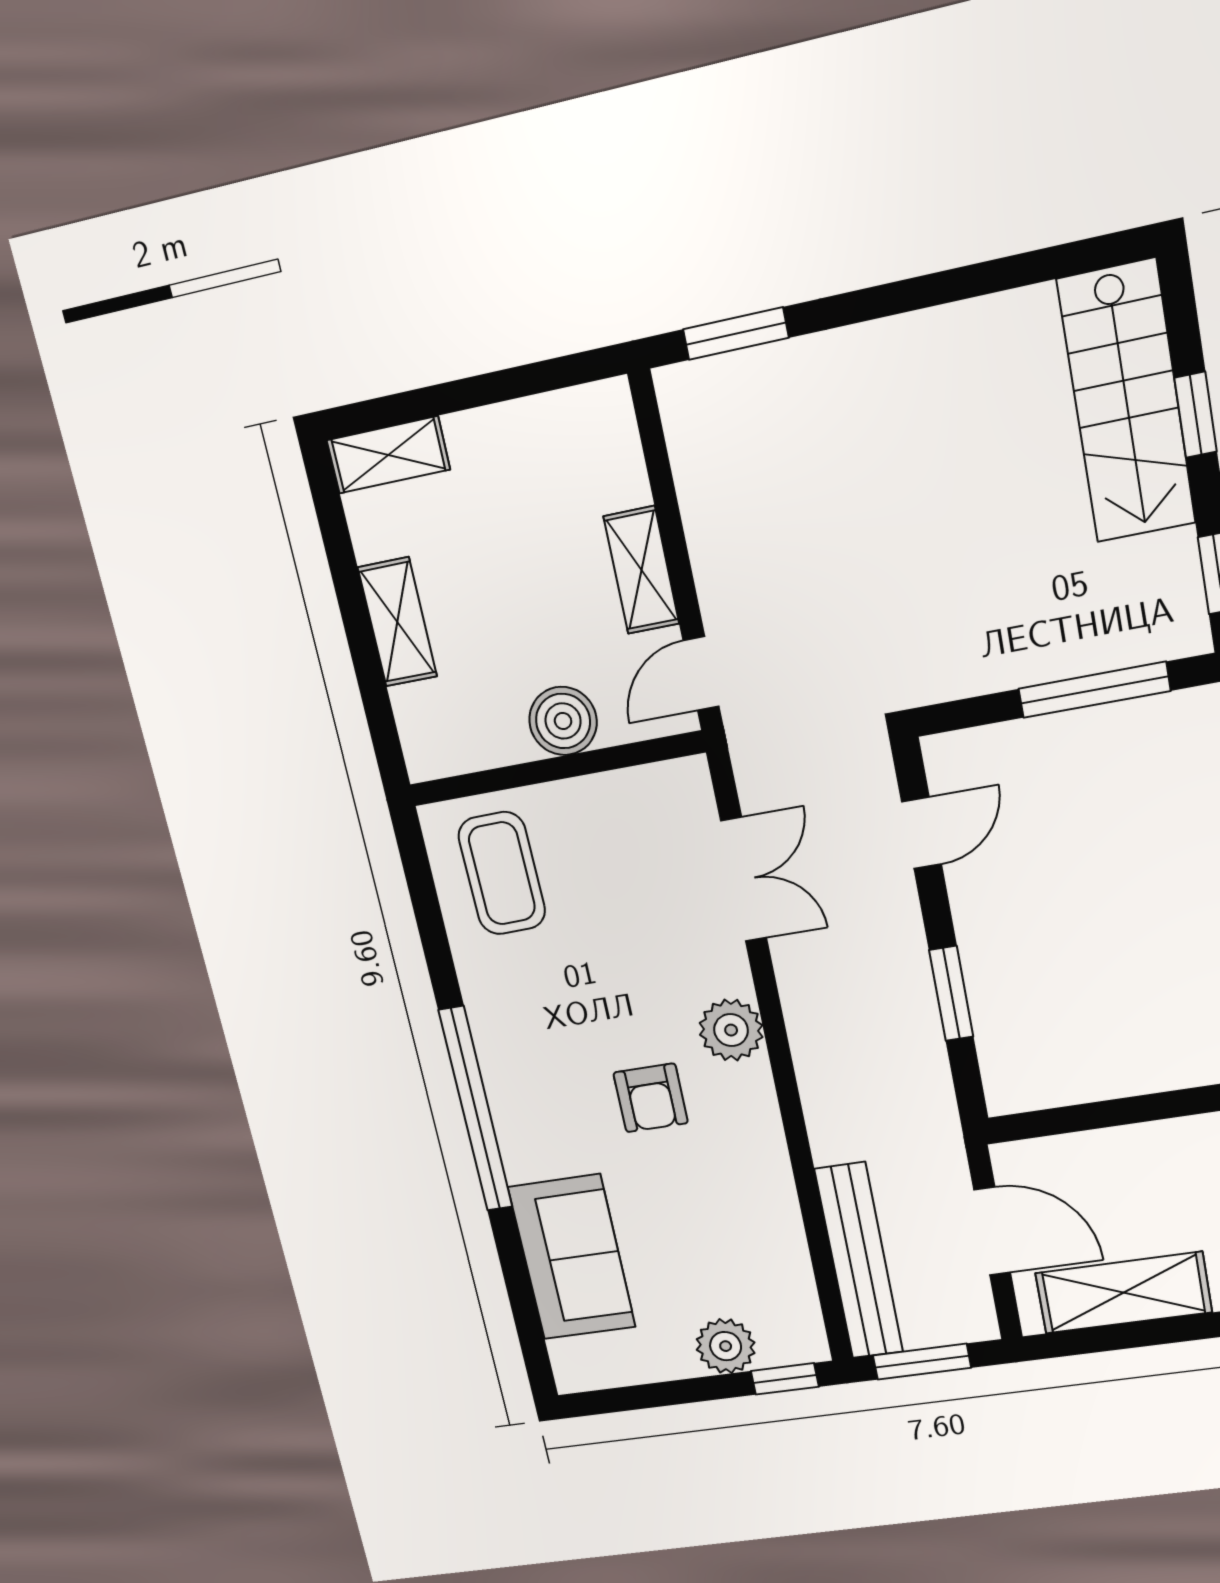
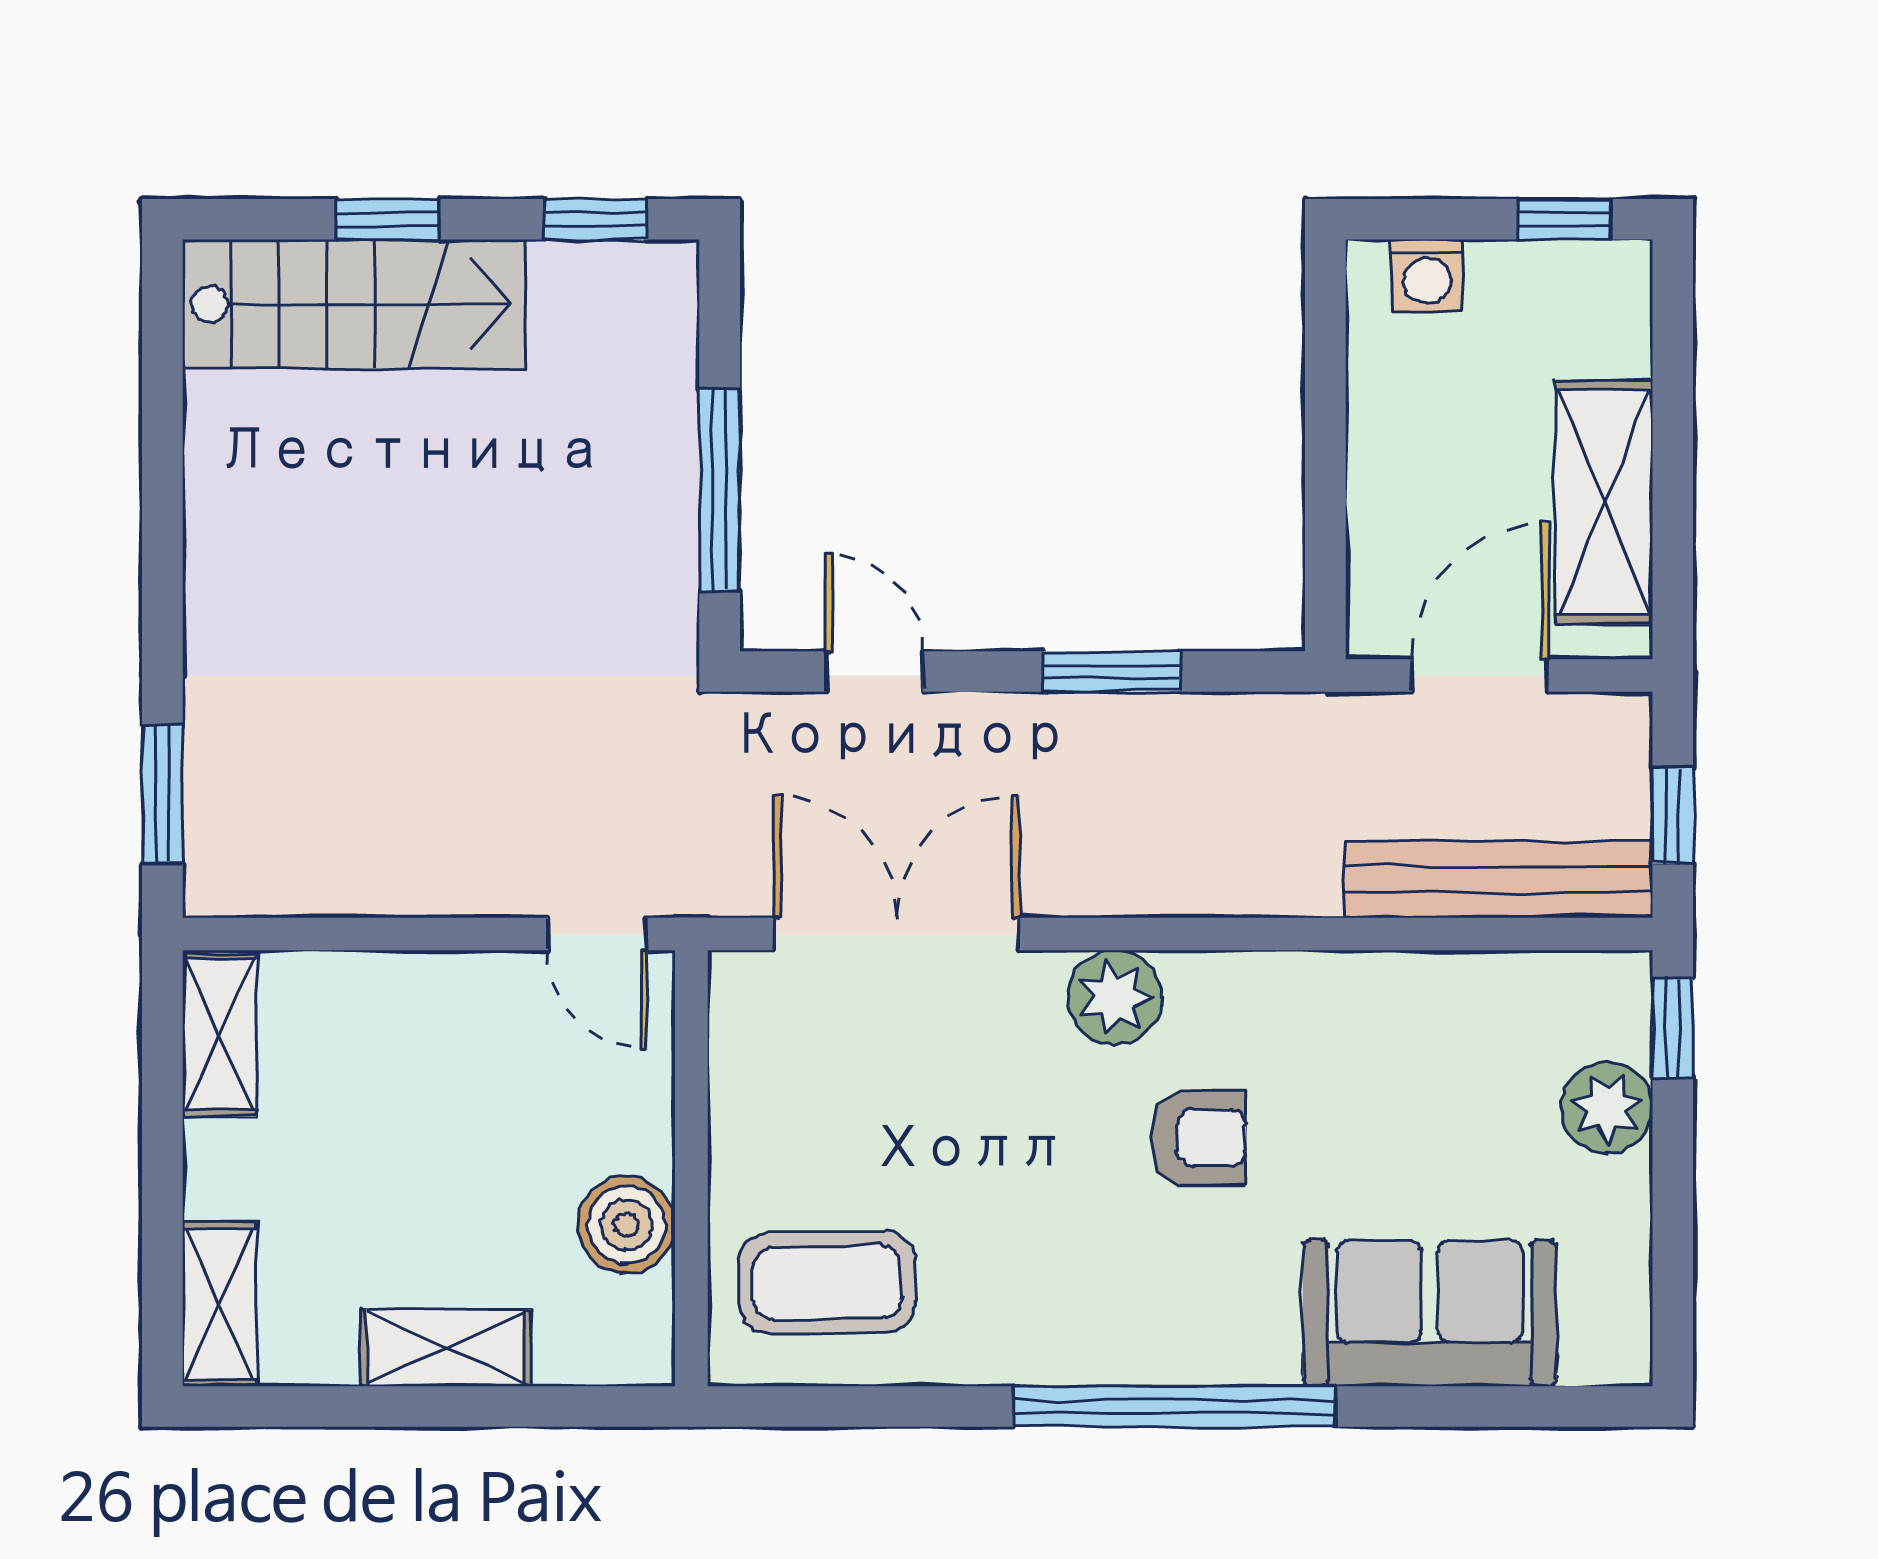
shelving: (641, 570) -> (219, 1035), moved, turned 90
window: (1094, 690) -> (720, 490), moved
boiler: (563, 721) -> (626, 1225), moved
double door: (744, 879) -> (896, 934), width x1.37
window: (922, 1362) -> (1673, 816), width x0.67

